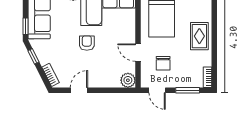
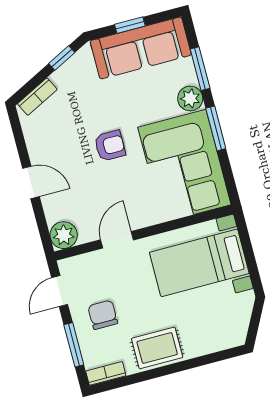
window: (25, 26) -> (130, 25), moved
rug: (199, 36) -> (157, 348), moved
chair: (163, 63) -> (103, 315), moved, turned 90
door: (79, 90) -> (31, 182), moved

